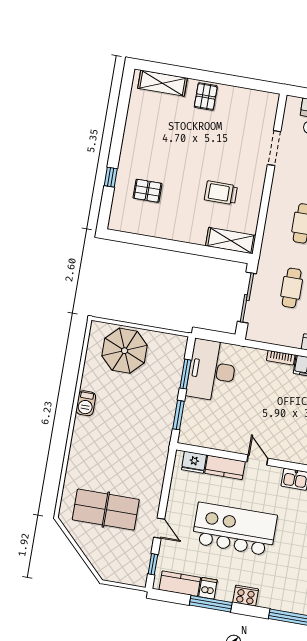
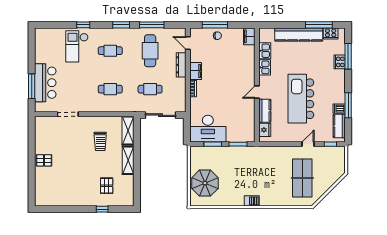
shelving: (163, 83) -> (128, 160), moved
barbecue: (86, 403) -> (252, 201), moved
cooker: (246, 596) -> (340, 62), moved

